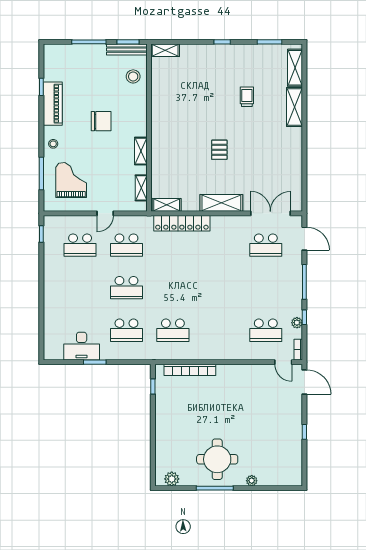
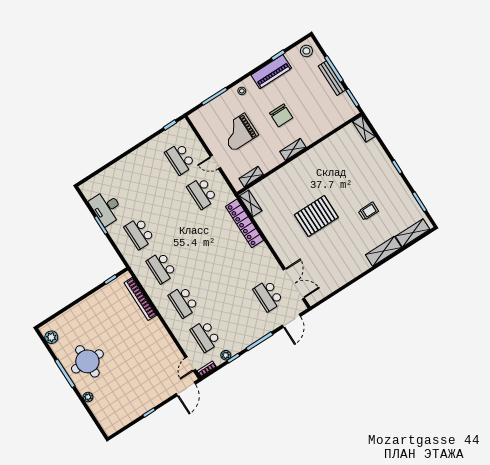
bench: (127, 50) -> (332, 78), moved
stool: (133, 76) -> (306, 51), moved
pallet: (219, 150) -> (316, 216), width x2.05, depth x2.00
shelving: (141, 151) -> (293, 149), moved
grand piano: (71, 180) -> (239, 132), moved, turned 180
shelving: (221, 203) -> (278, 243), removed
school desk: (126, 288) -> (183, 302), moved

